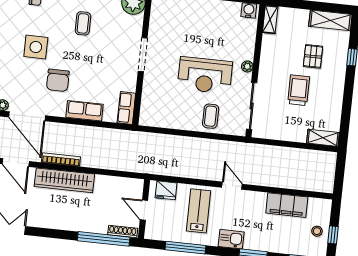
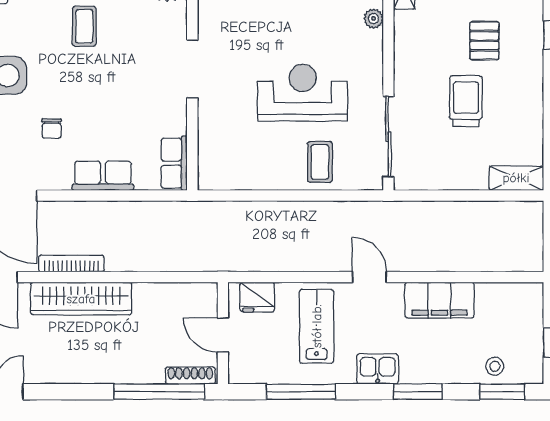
plant: (247, 66) -> (374, 19), moved
reception desk: (205, 75) -> (303, 93), turned 180
chair: (58, 80) -> (52, 128), width x0.54, depth x0.54
filing cabinet: (287, 205) -> (439, 300), moved
stool: (317, 231) -> (495, 366), moved

